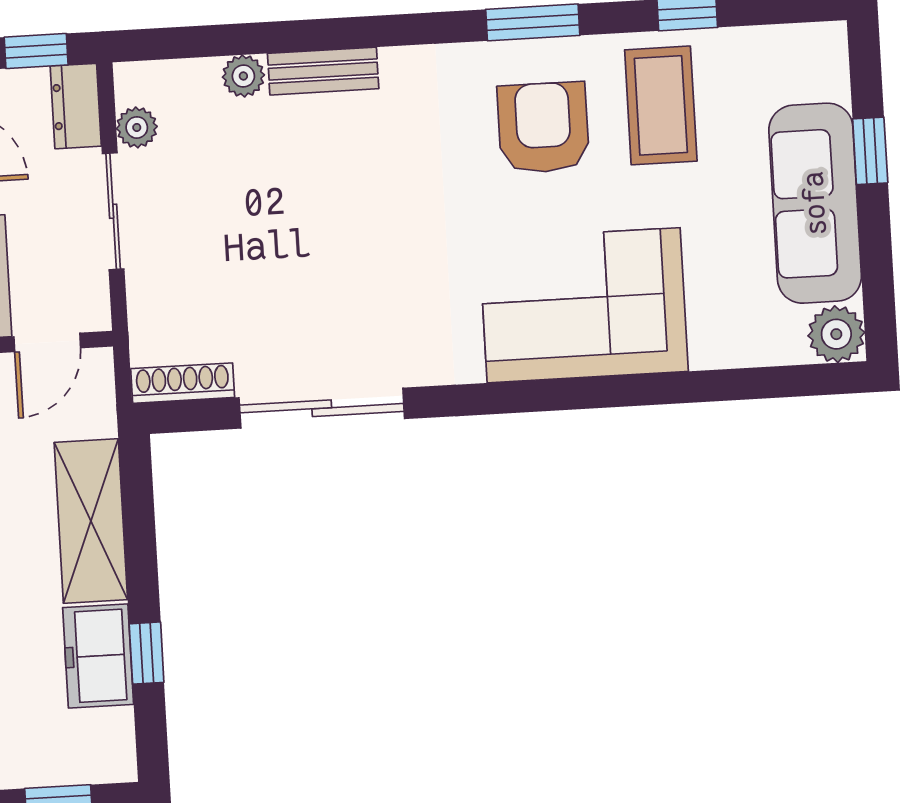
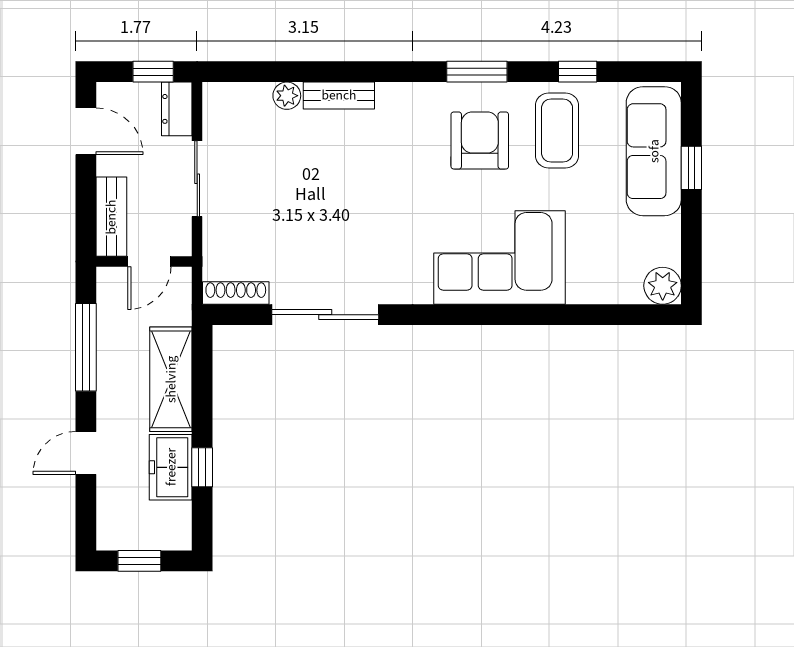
plant: (137, 127) -> (216, 125), removed
sofa: (815, 203) -> (654, 151), moved

